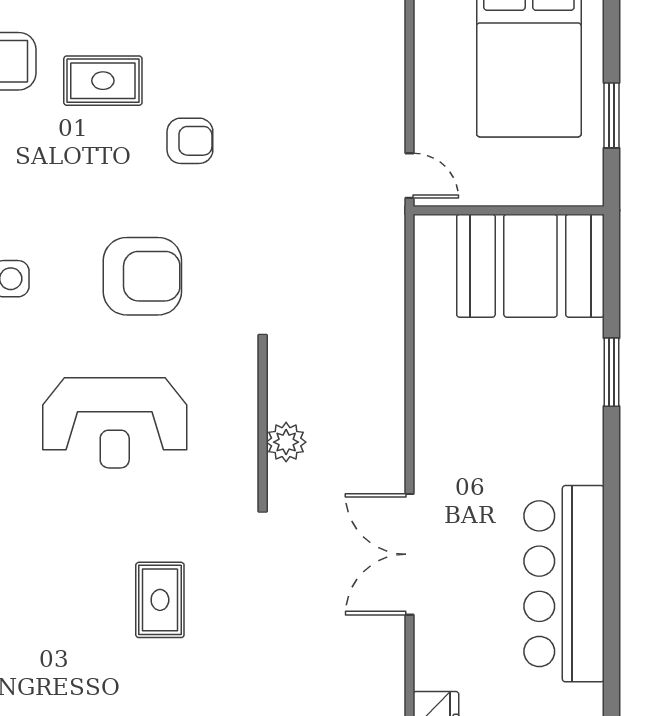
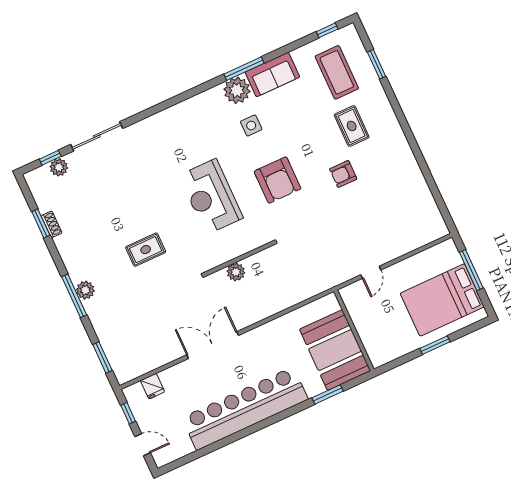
armchair: (190, 141) -> (343, 174), turned 90
wall: (509, 210) -> (354, 330), moved
booth: (530, 266) -> (335, 350), moved
bar counter: (564, 584) -> (245, 408), width x1.36

